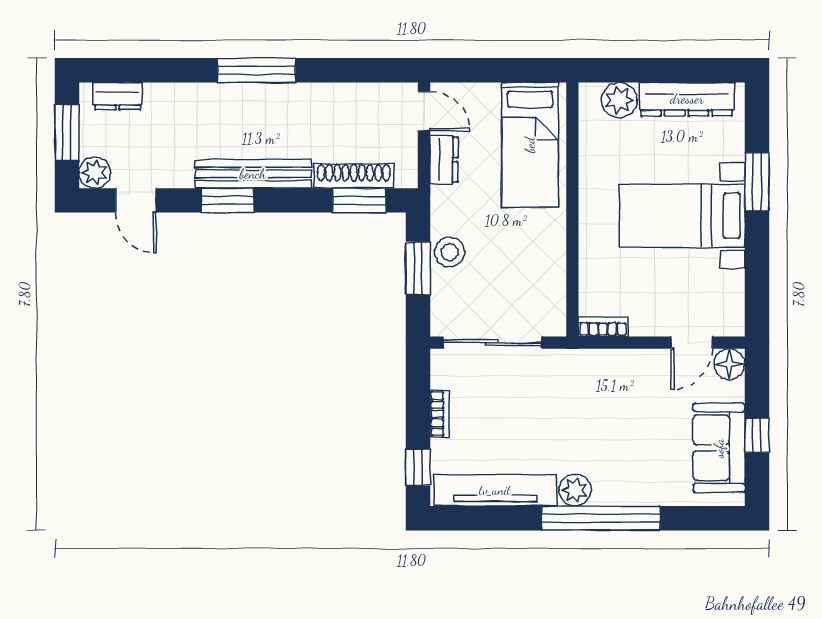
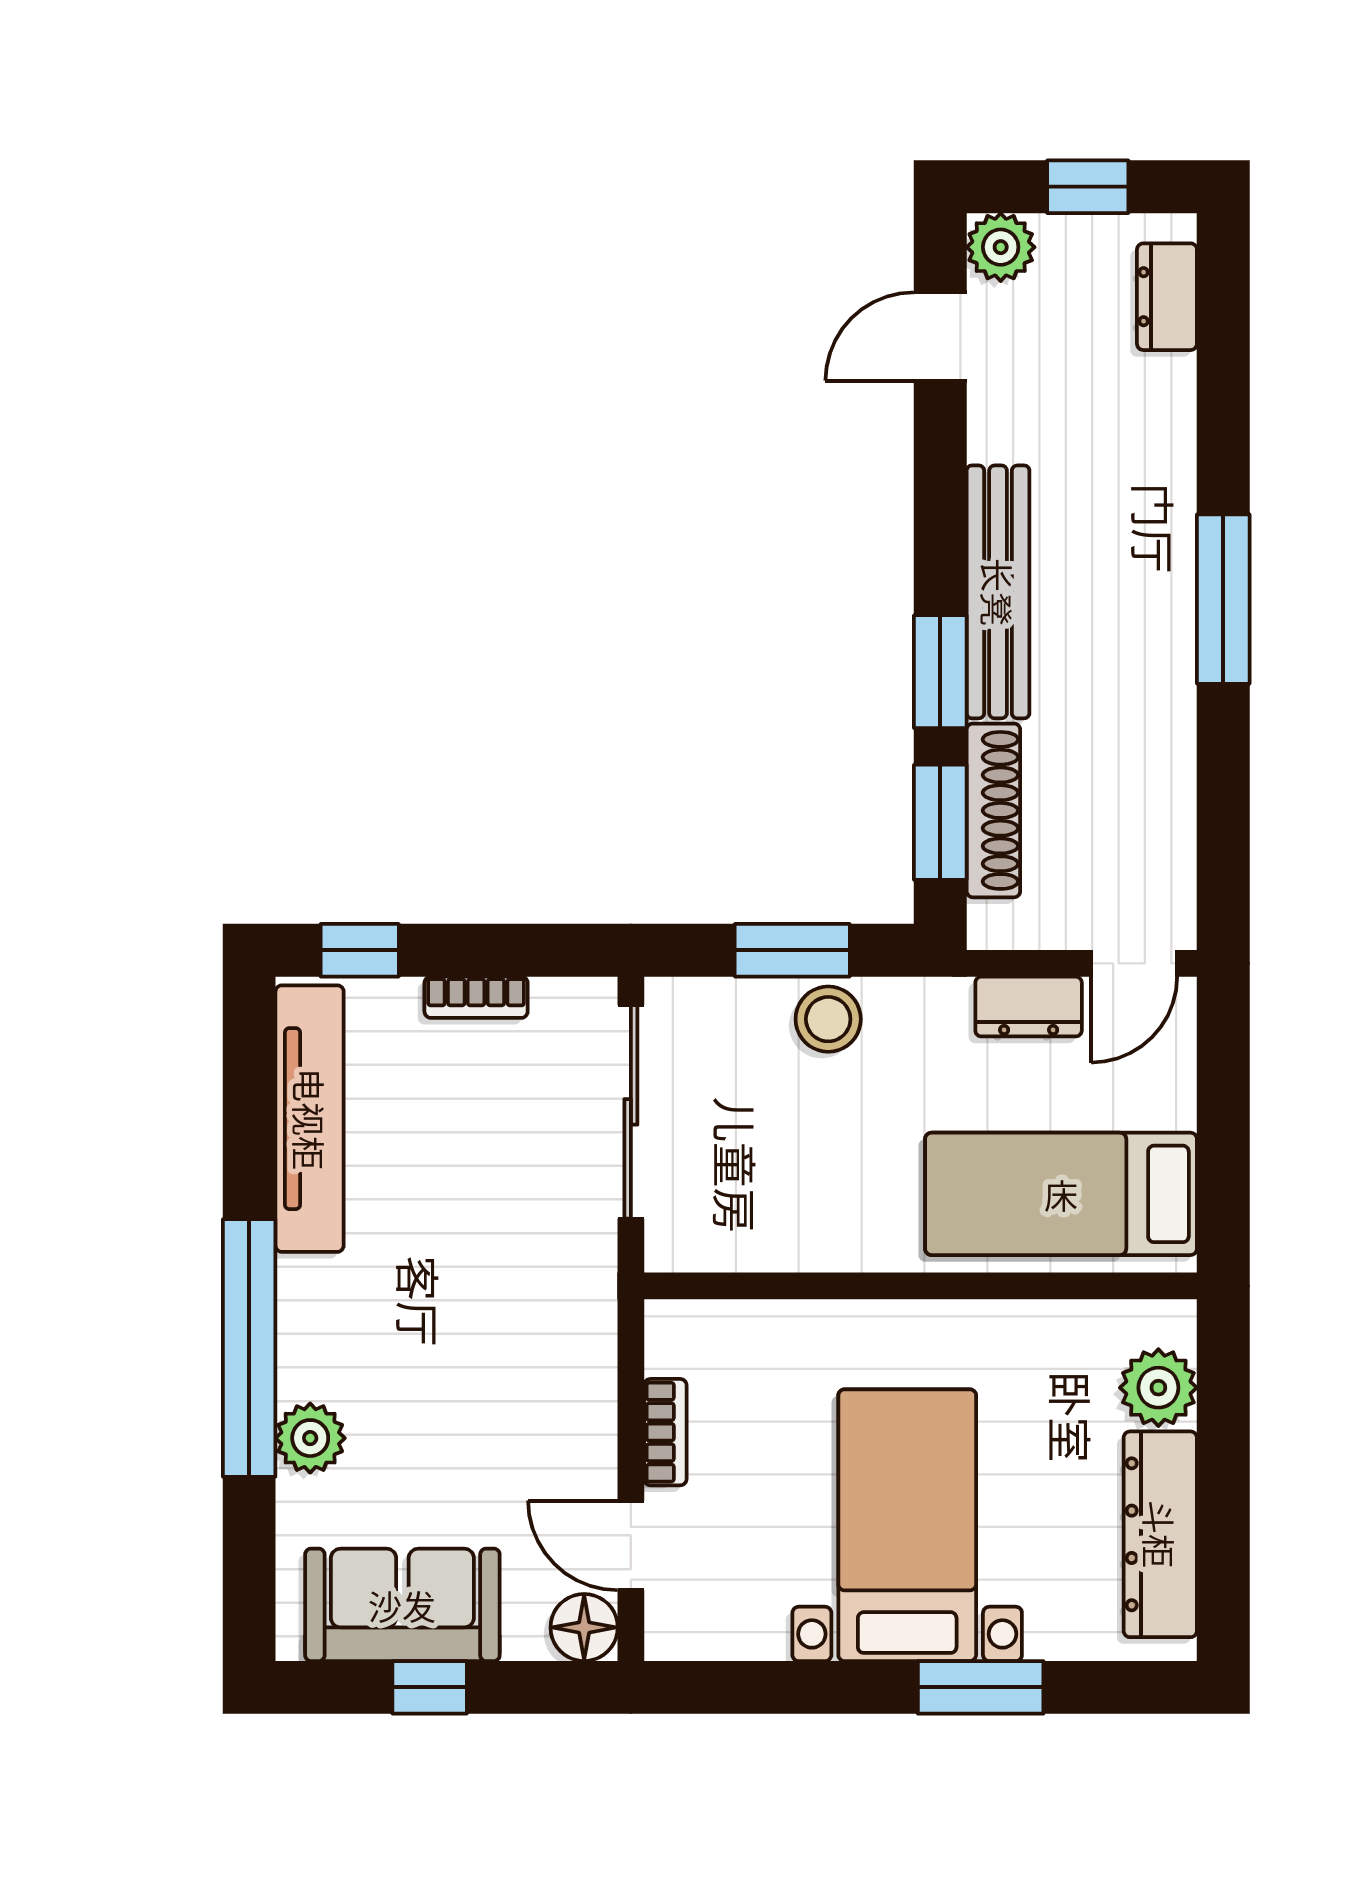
window: (67, 133) -> (1088, 187), width x0.67
window: (228, 200) -> (940, 672), moved
bookcase: (603, 327) -> (665, 1432), moved
plant: (575, 490) -> (310, 1438), moved

